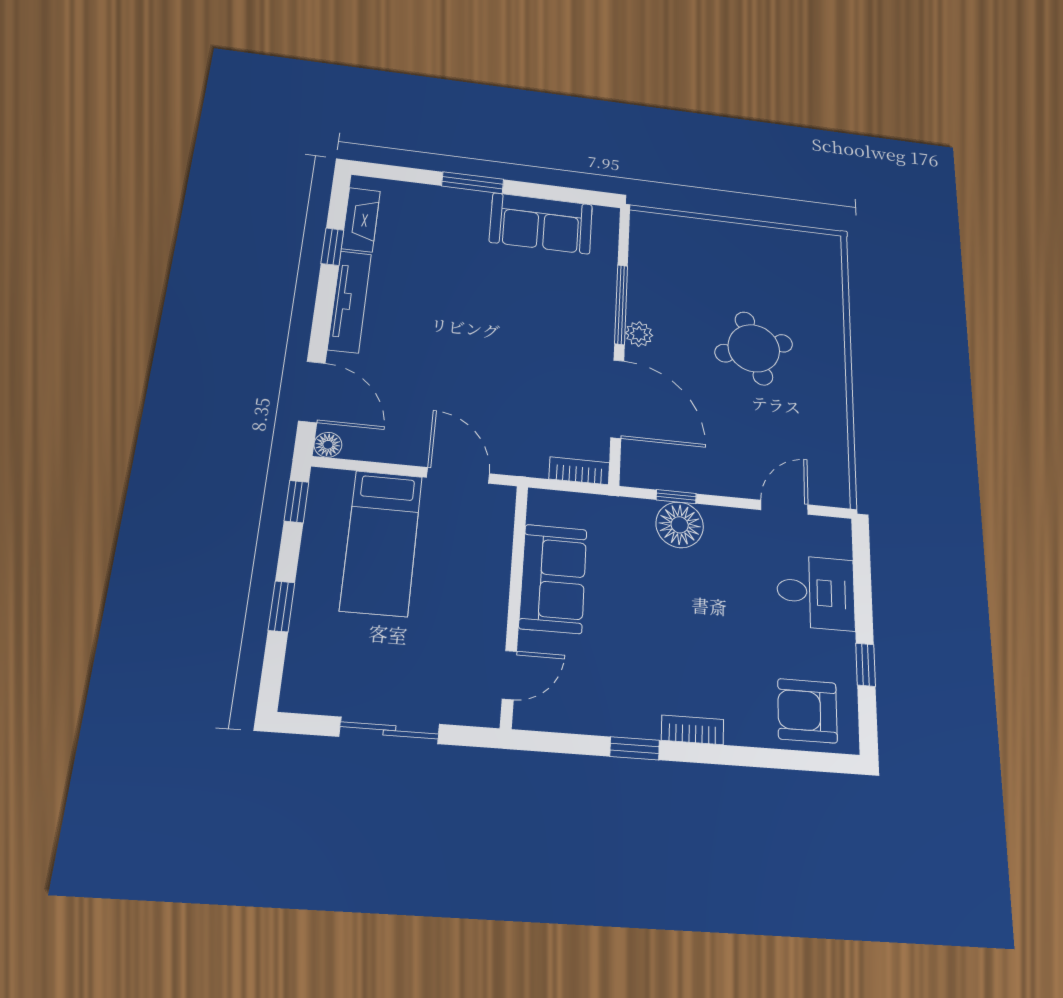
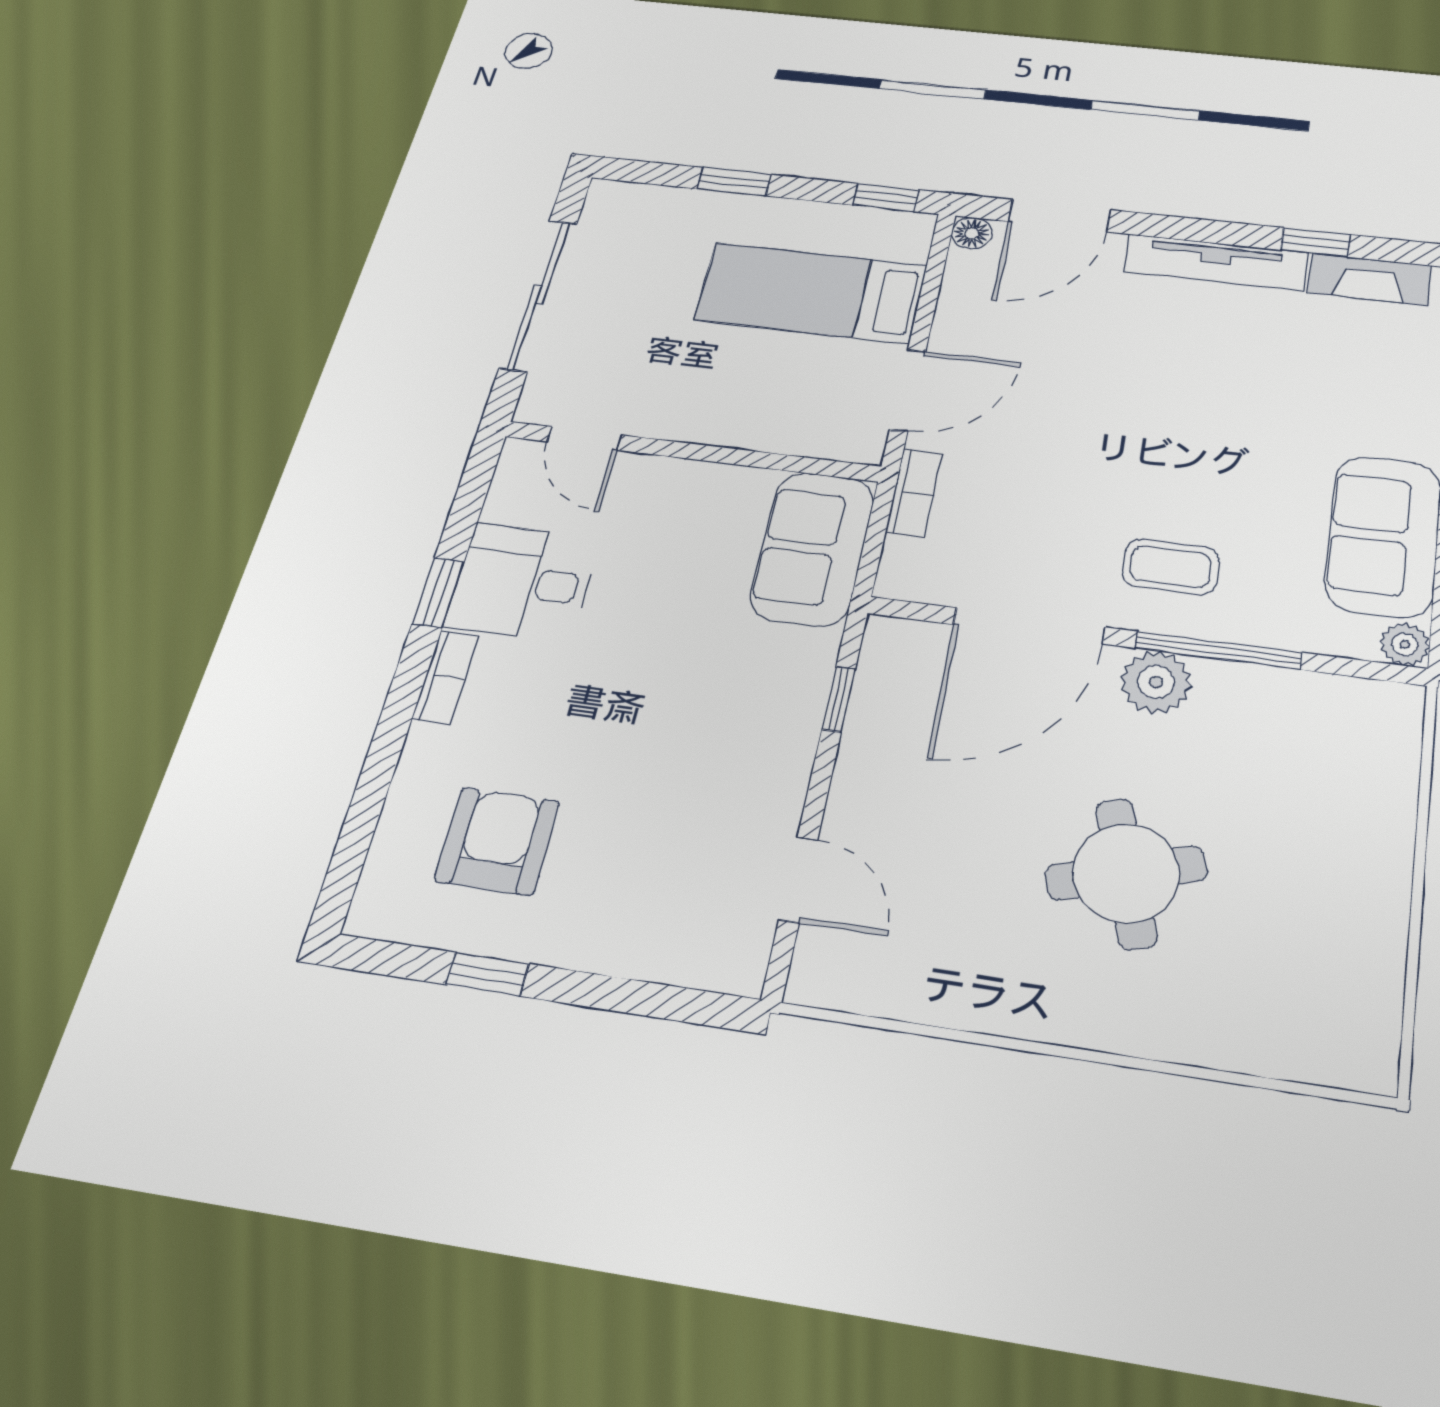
plant: (607, 218) -> (1405, 644), added
coffee table: (571, 327) -> (1171, 567), added
plant: (639, 334) -> (1156, 682), width x1.38, depth x1.38
bookcase: (579, 471) -> (914, 493), moved
floor lamp: (680, 525) -> (787, 699), removed
sofa: (553, 579) -> (812, 548), moved, turned 90
desk: (816, 592) -> (523, 582), moved, turned 90
armchair: (807, 711) -> (497, 841), moved
sliding door: (389, 730) -> (539, 295), width x1.37

